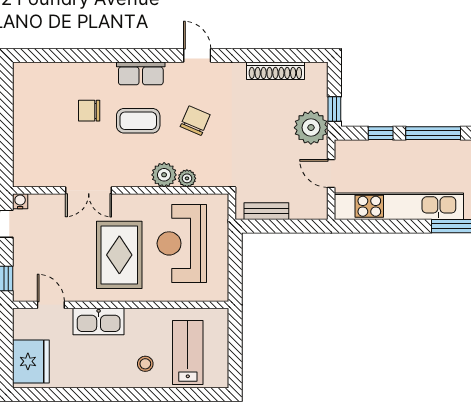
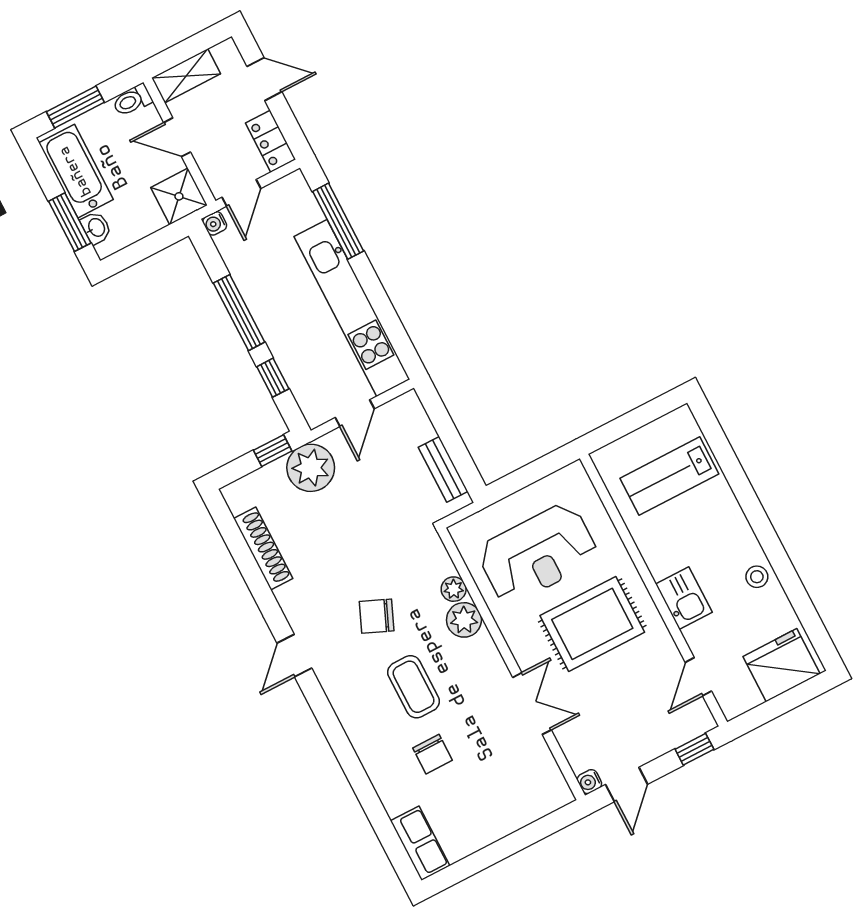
row of seats: (141, 73) -> (420, 843), moved
kitchen sink: (99, 322) -> (684, 598), width x0.73
stool: (145, 364) -> (757, 577), moved

